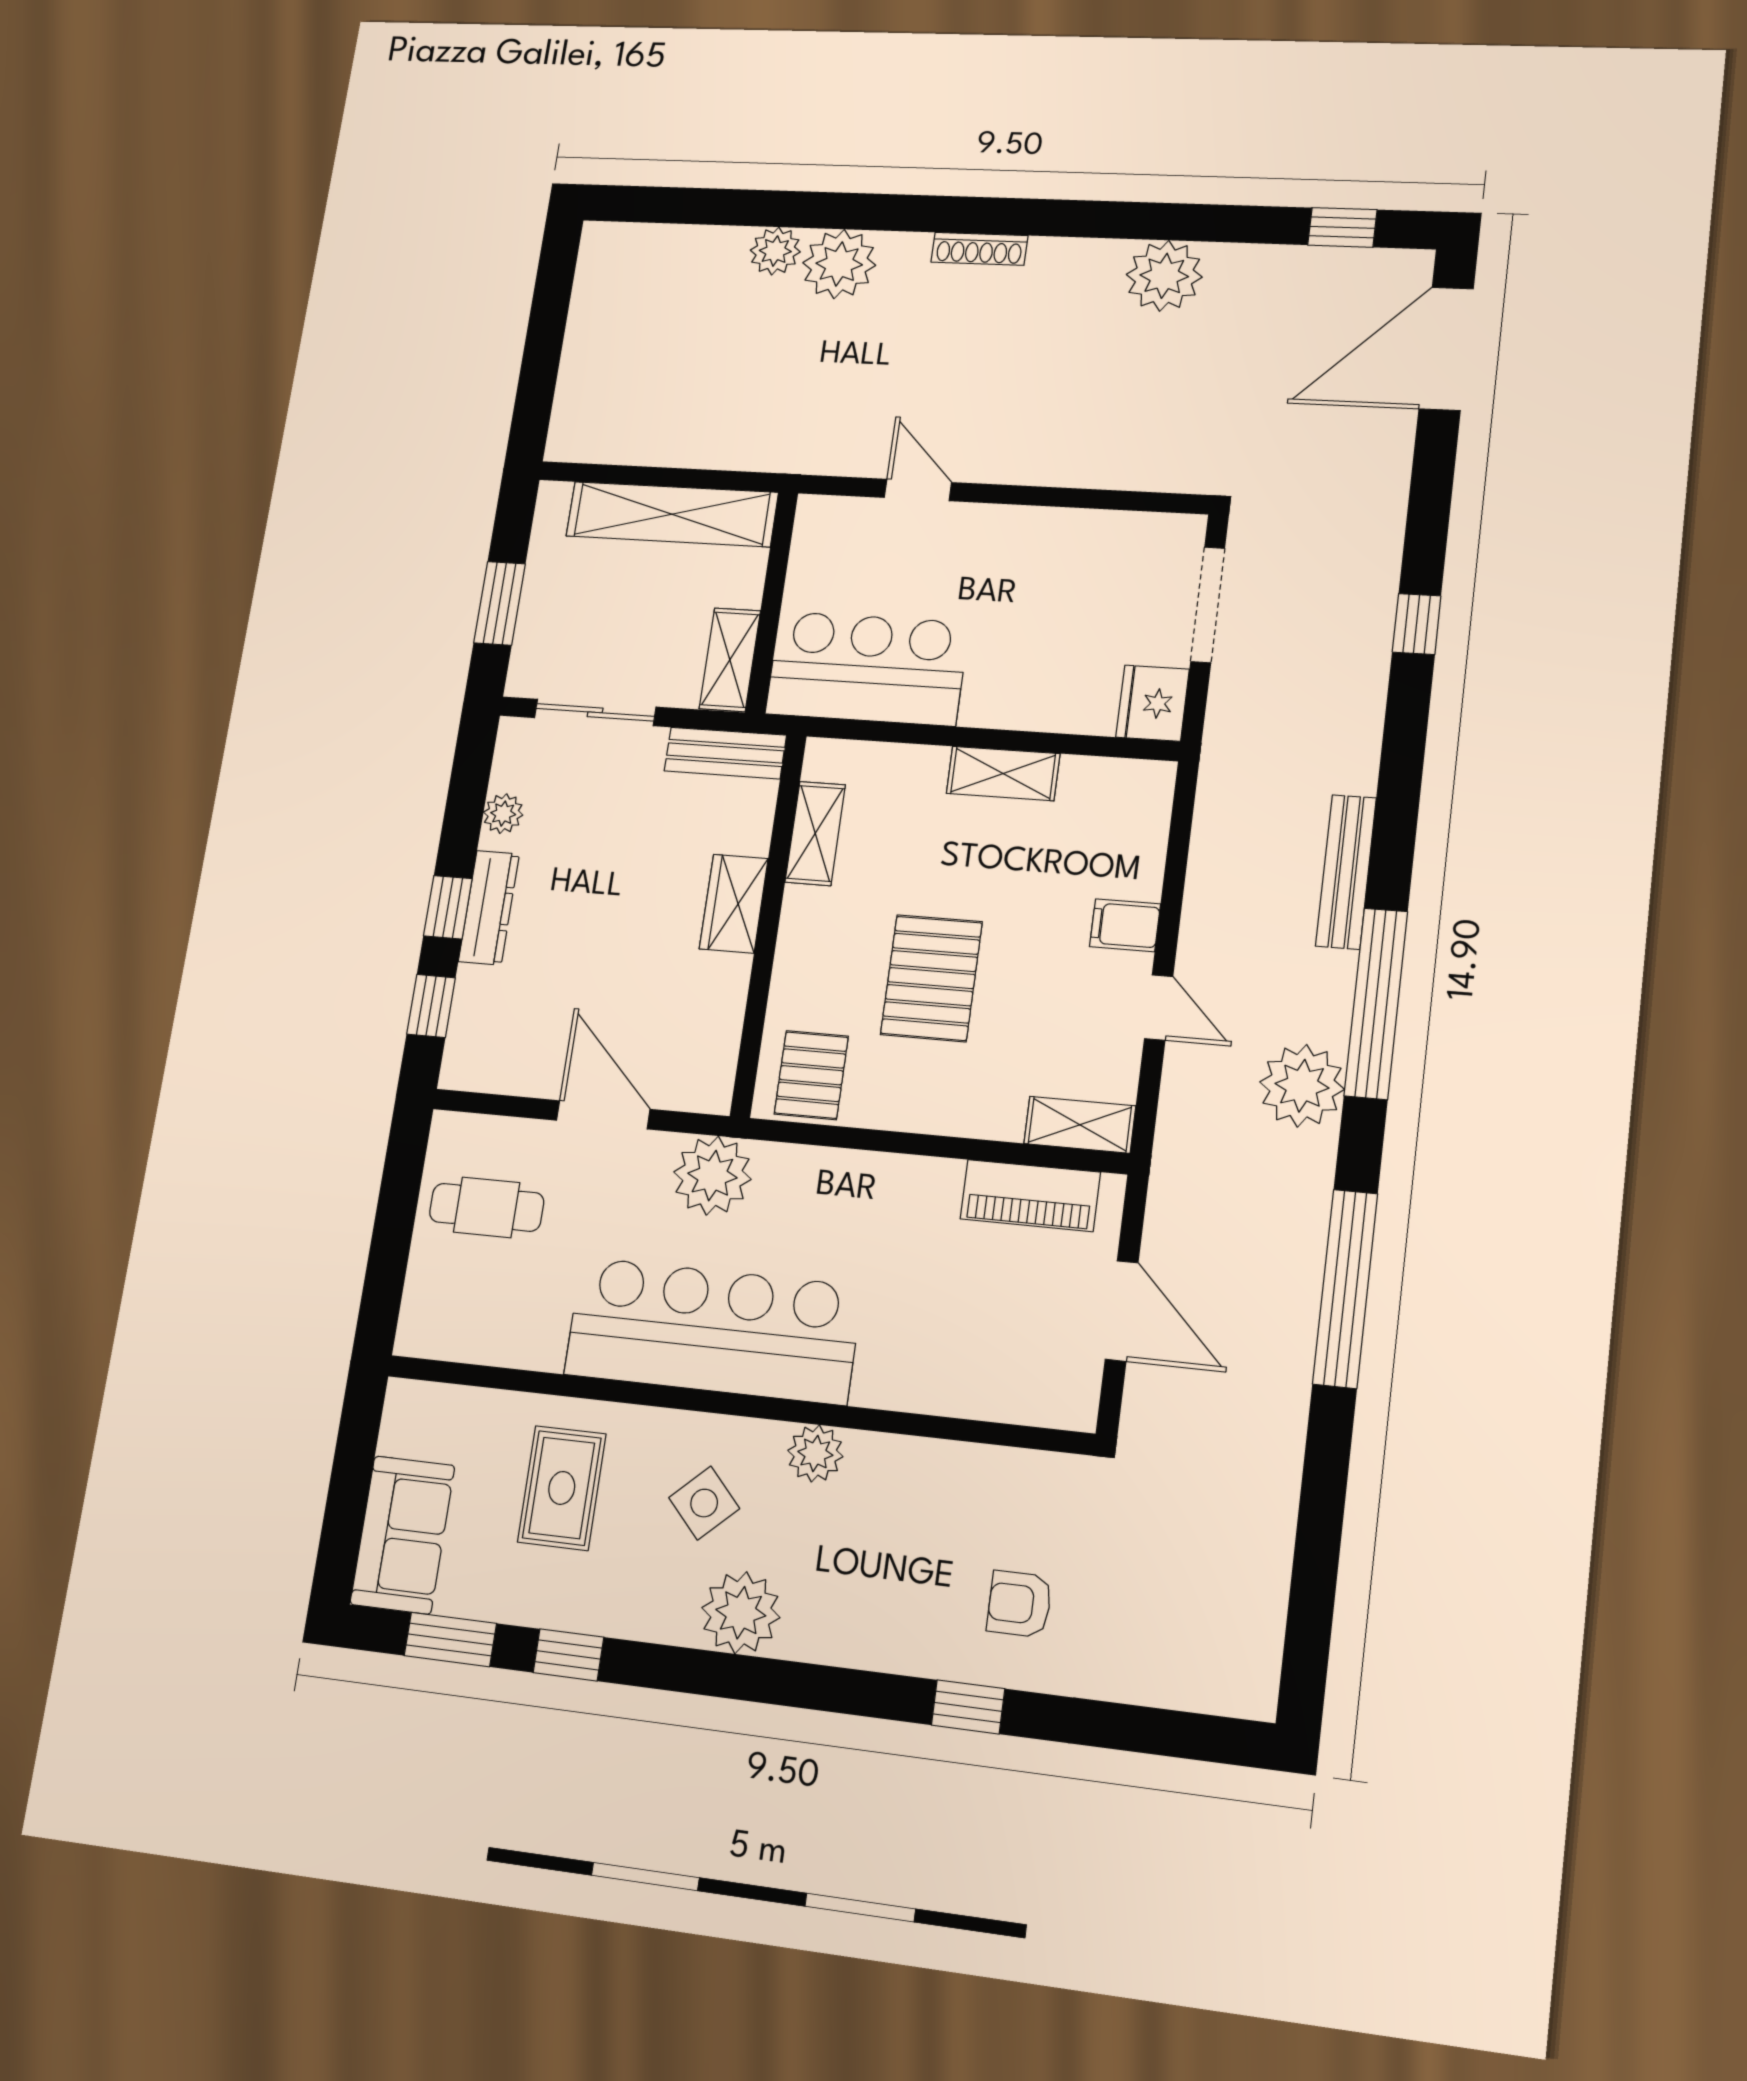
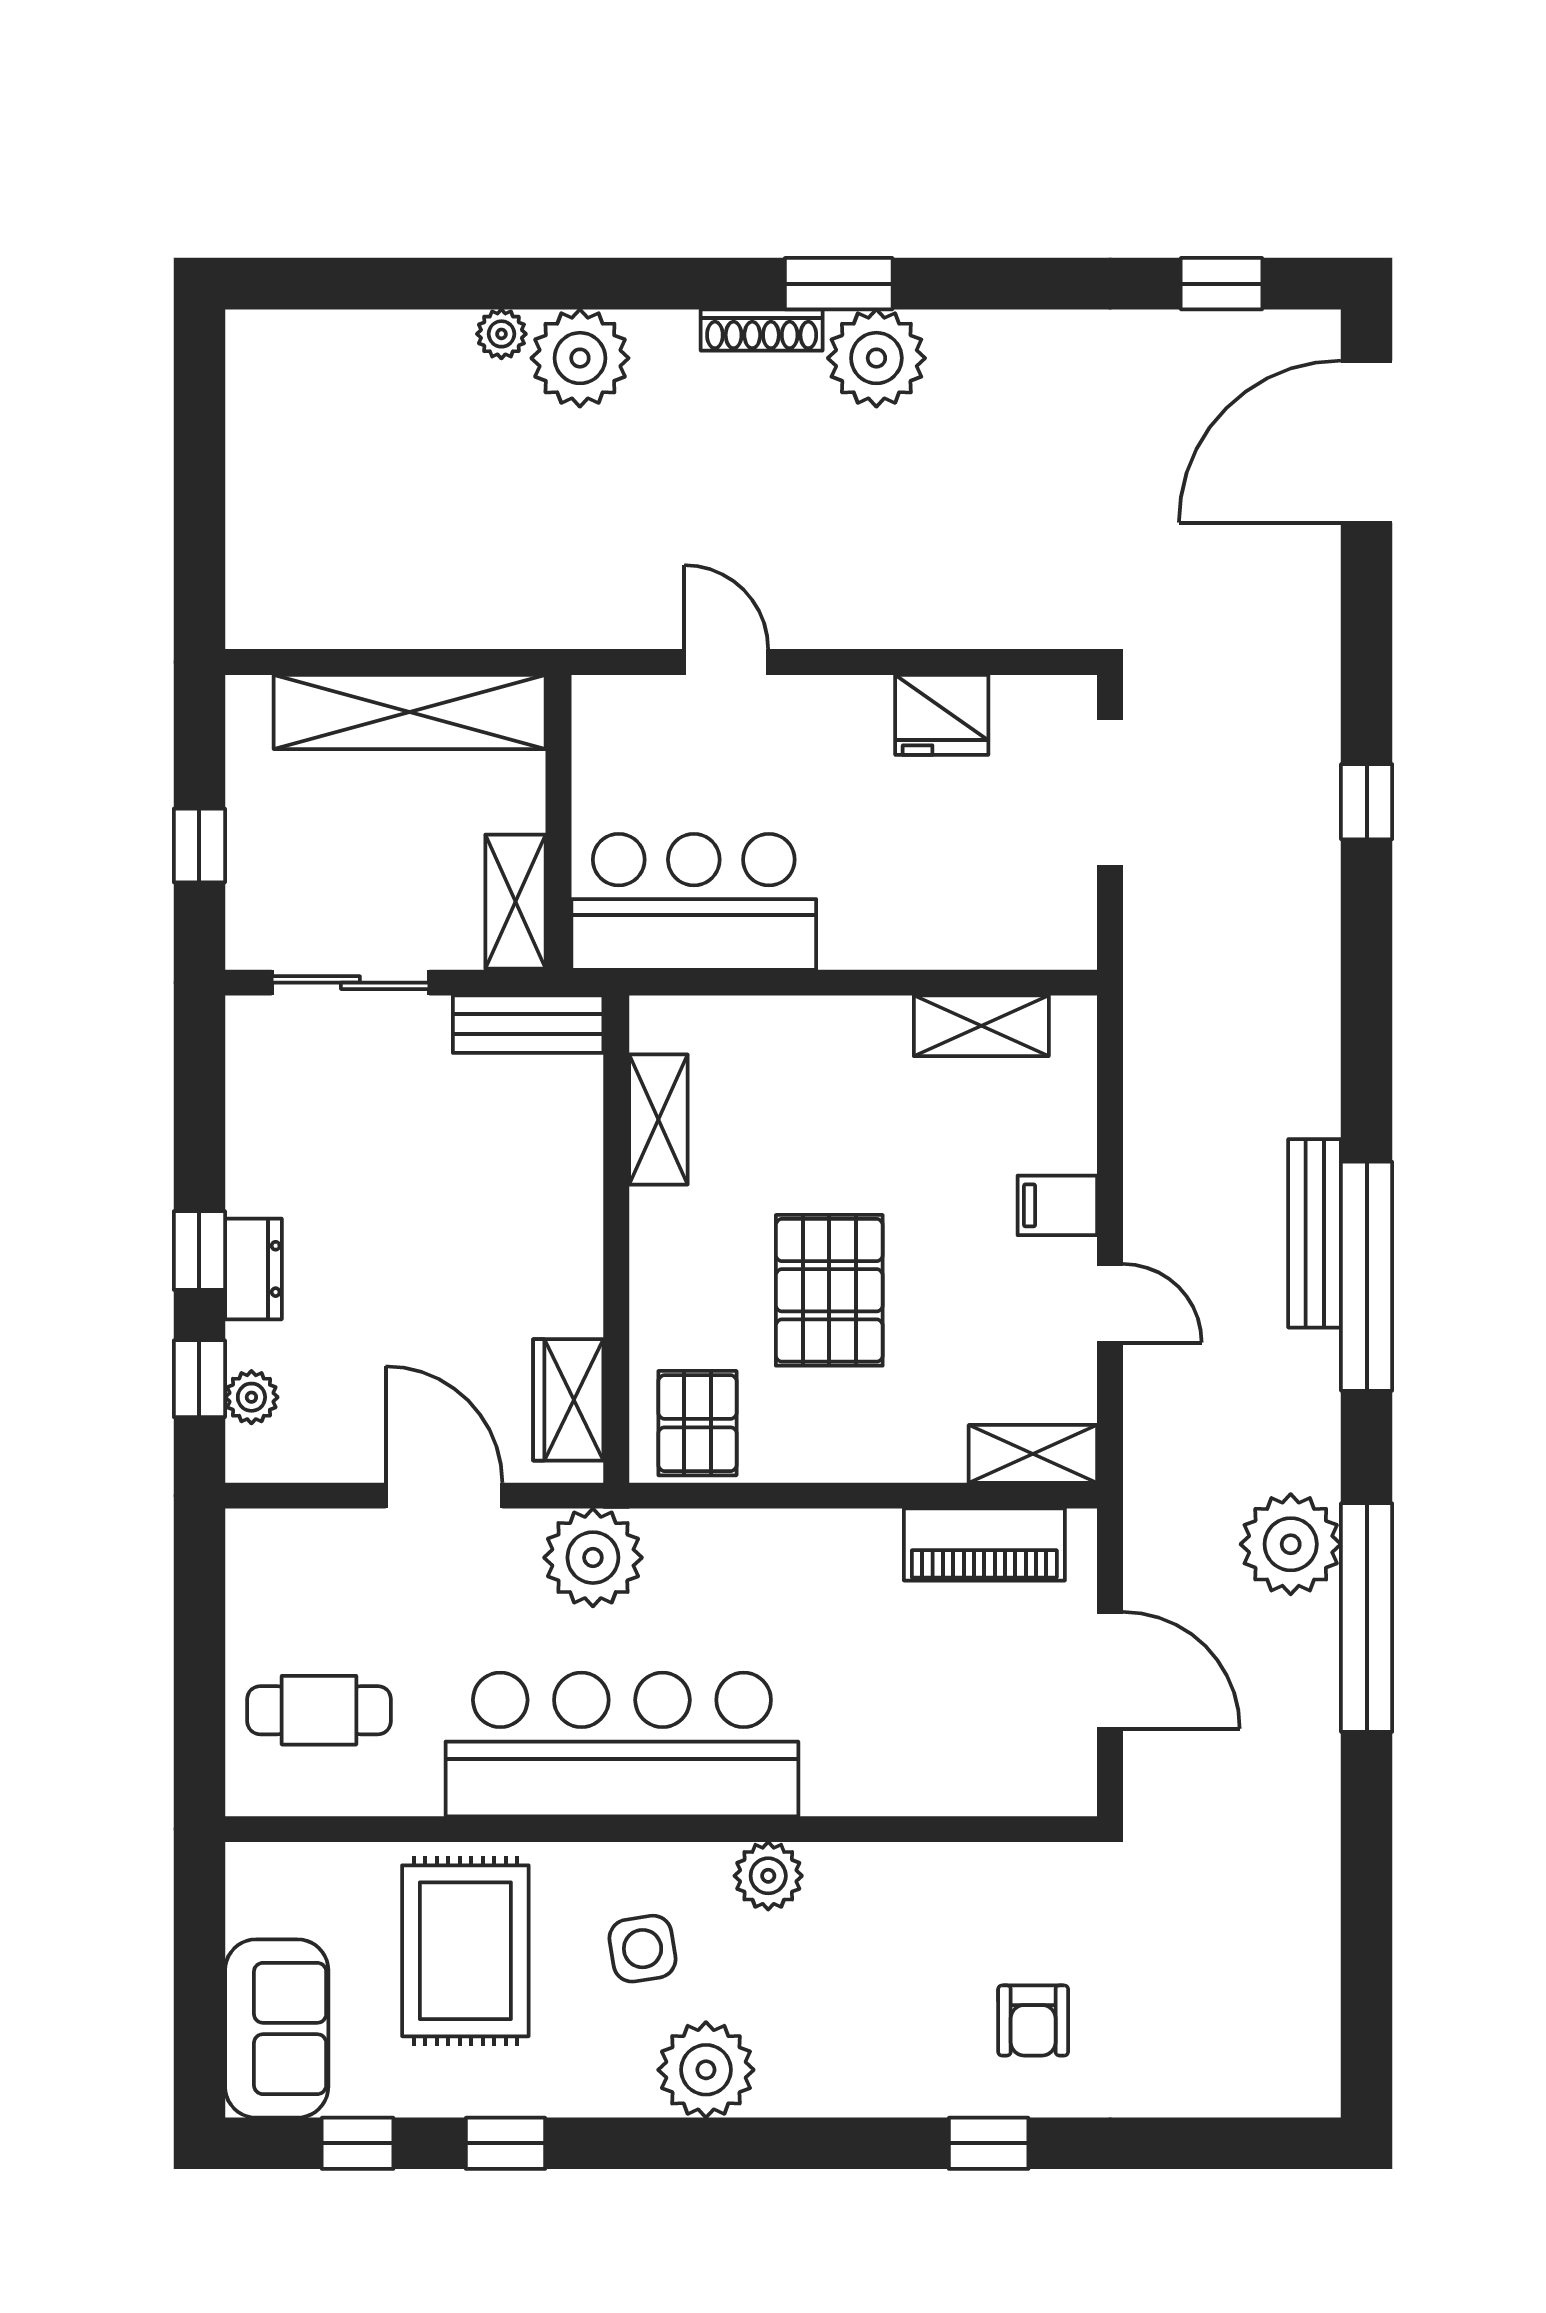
window: (1043, 218) -> (839, 284), added
plant: (775, 251) -> (501, 334), width x0.73, depth x0.73
plant: (1164, 276) -> (876, 358), moved
window: (500, 603) -> (199, 845), width x0.67
fridge: (1153, 703) -> (942, 715), moved, turned -90
shelving: (1003, 773) -> (981, 1026), moved
plant: (503, 814) -> (251, 1397), moved
bench: (1346, 872) -> (1315, 1233), moved
wardrobe: (734, 904) -> (568, 1400), moved
dresser: (489, 908) -> (253, 1269), width x0.70
plant: (1302, 1086) -> (1291, 1544), moved
cafe table: (487, 1207) -> (319, 1710), moved
rug: (562, 1488) -> (465, 1951), width x1.36, depth x1.43
side table: (704, 1503) -> (643, 1949), turned 34
armchair: (1019, 1604) -> (1033, 2020), turned -90
window: (450, 1640) -> (358, 2143), width x0.67

